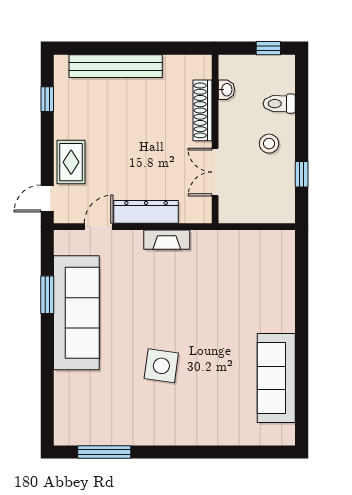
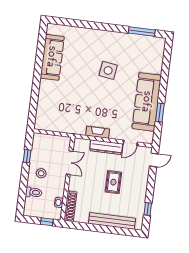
window: (268, 48) -> (47, 222), moved
shoe rack: (202, 110) -> (70, 206), moved
rug: (71, 162) -> (113, 182), moved

